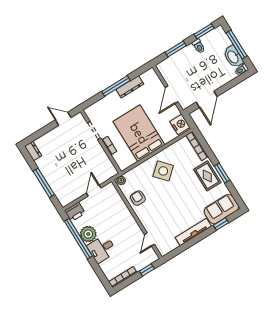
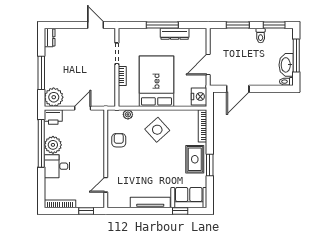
plant: (121, 180) -> (128, 114), moved
plant: (66, 196) -> (54, 97), added

